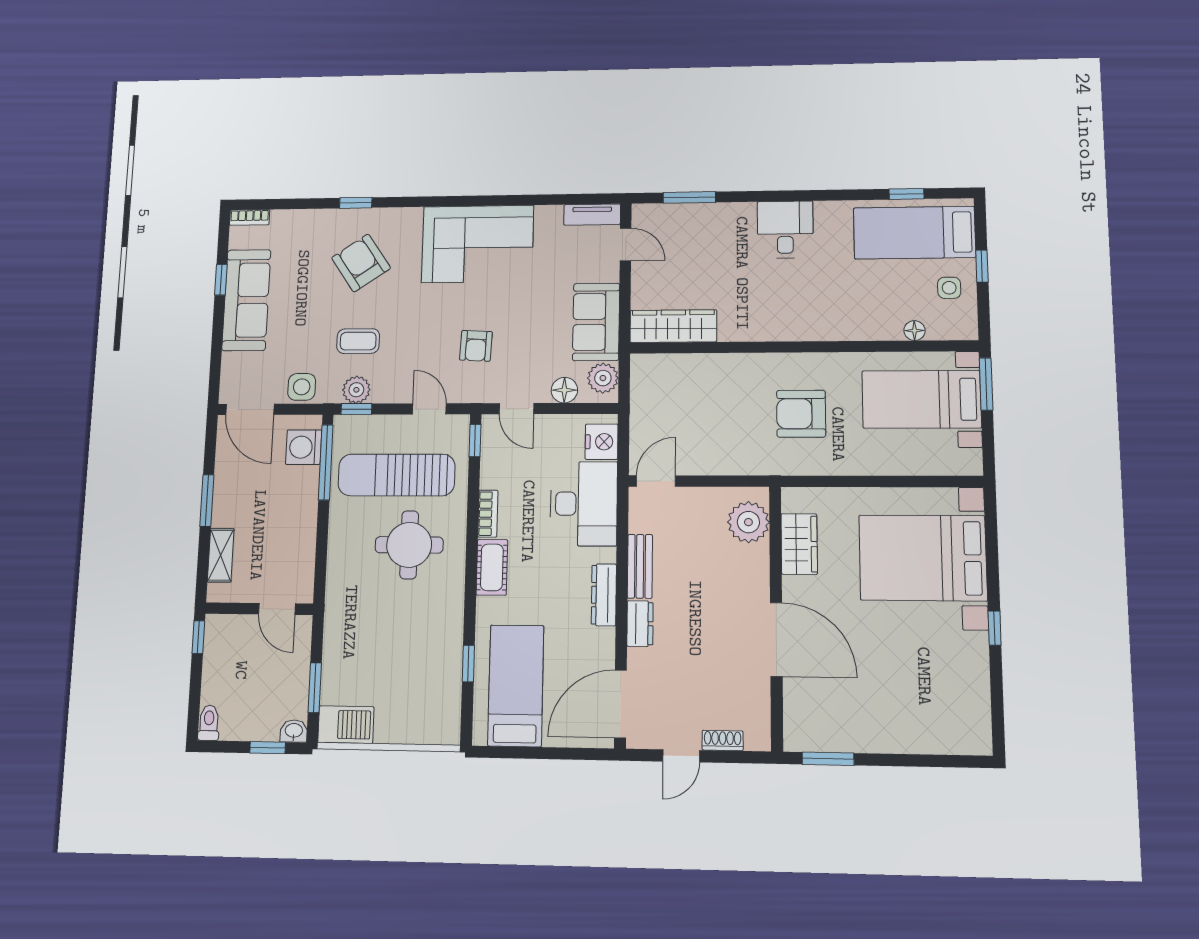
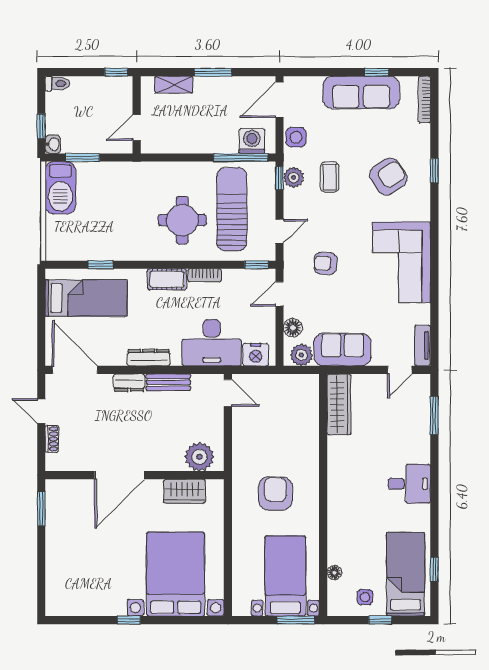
bookcase: (250, 217) -> (424, 99), width x1.56
barbecue: (346, 725) -> (60, 188), width x1.37, depth x1.21

